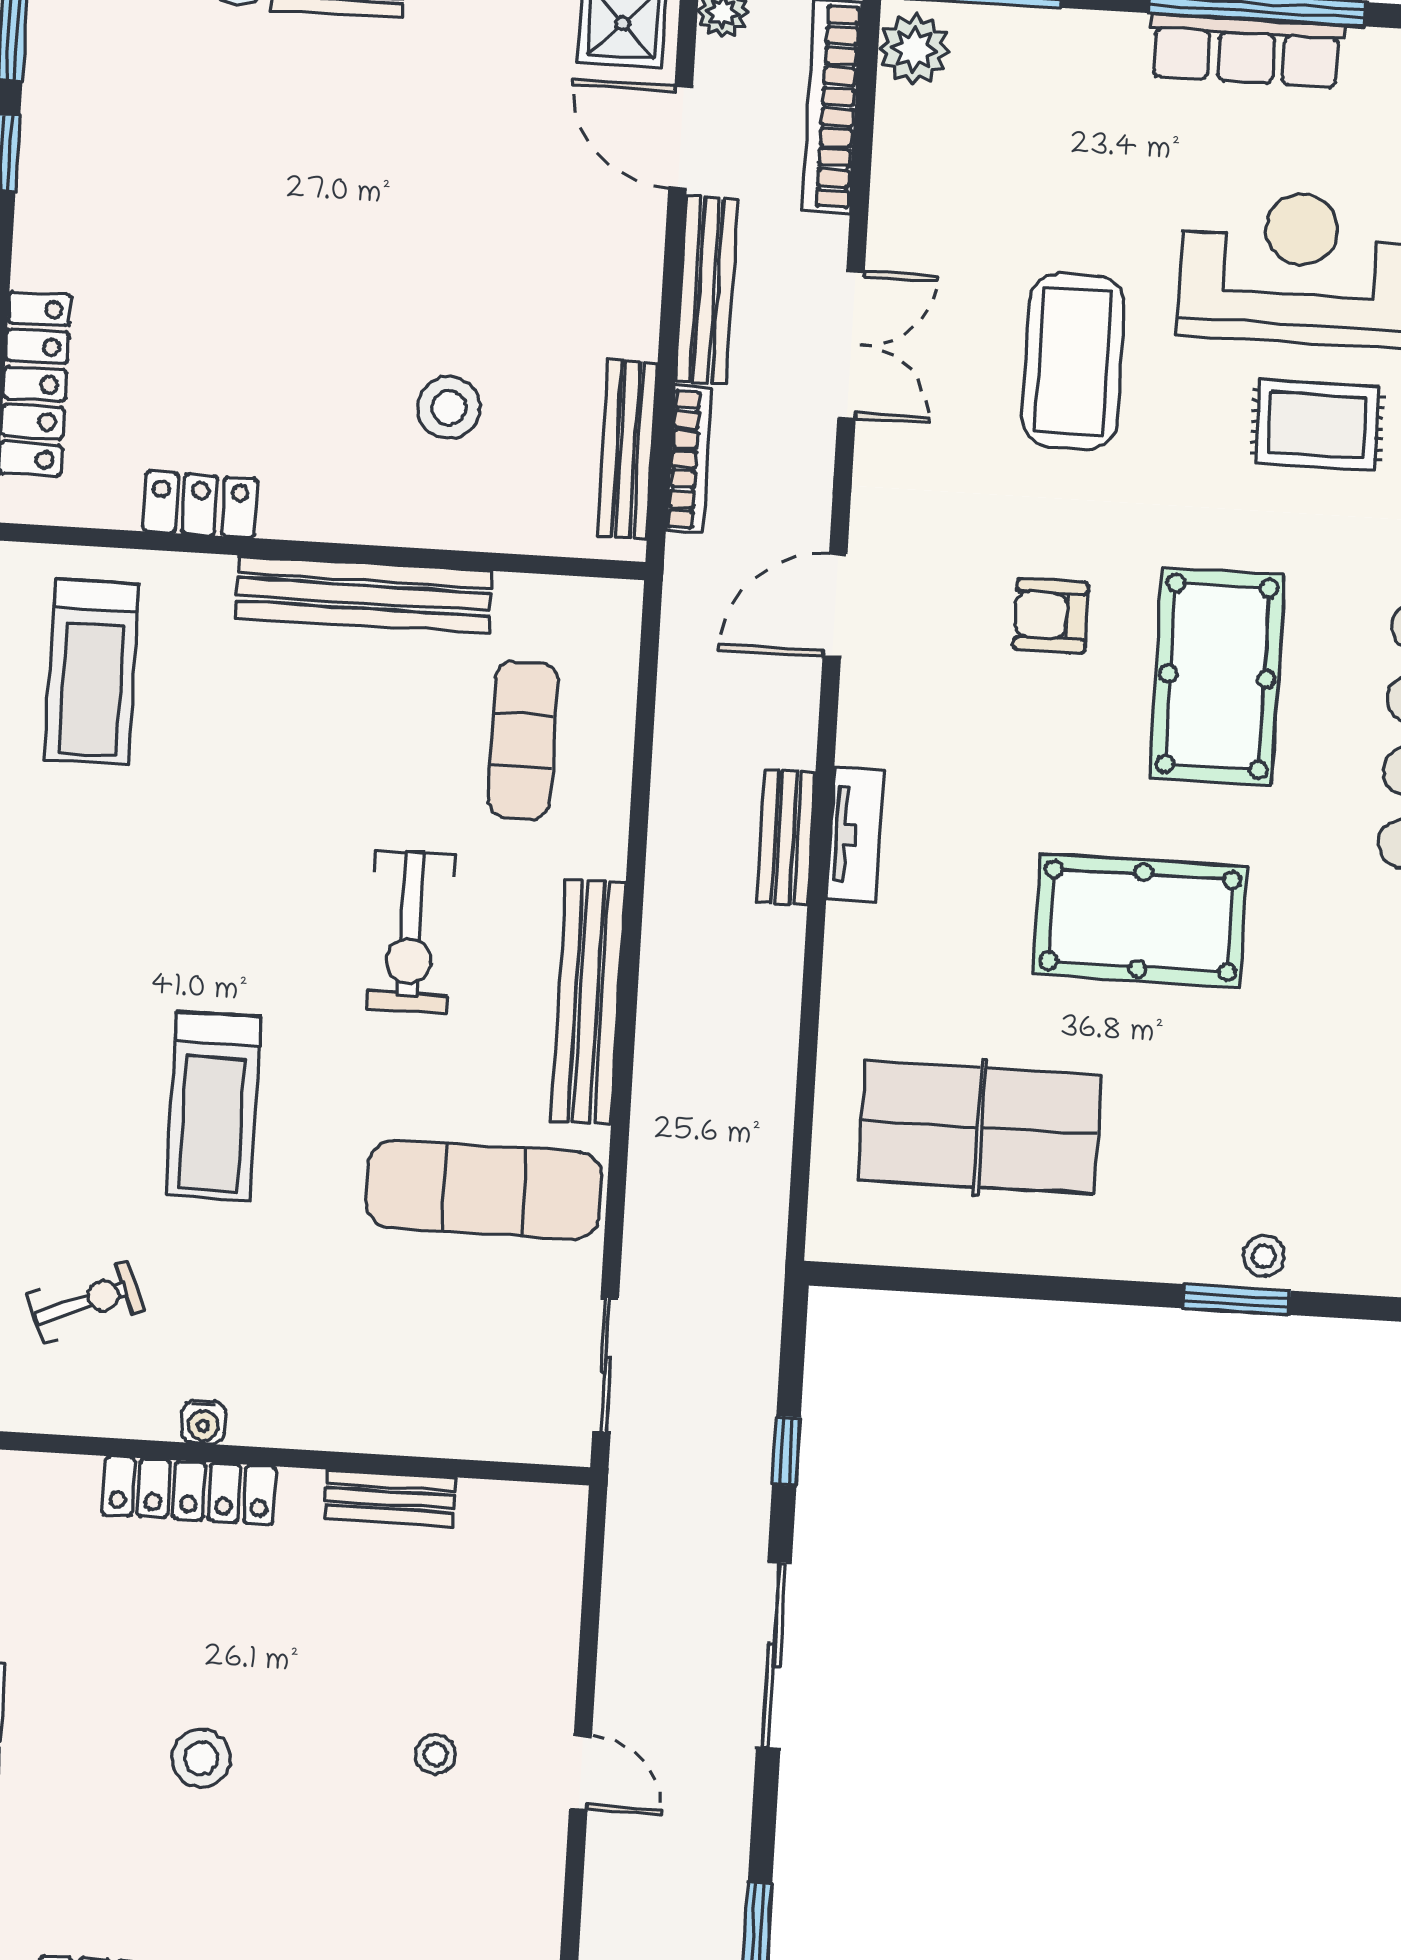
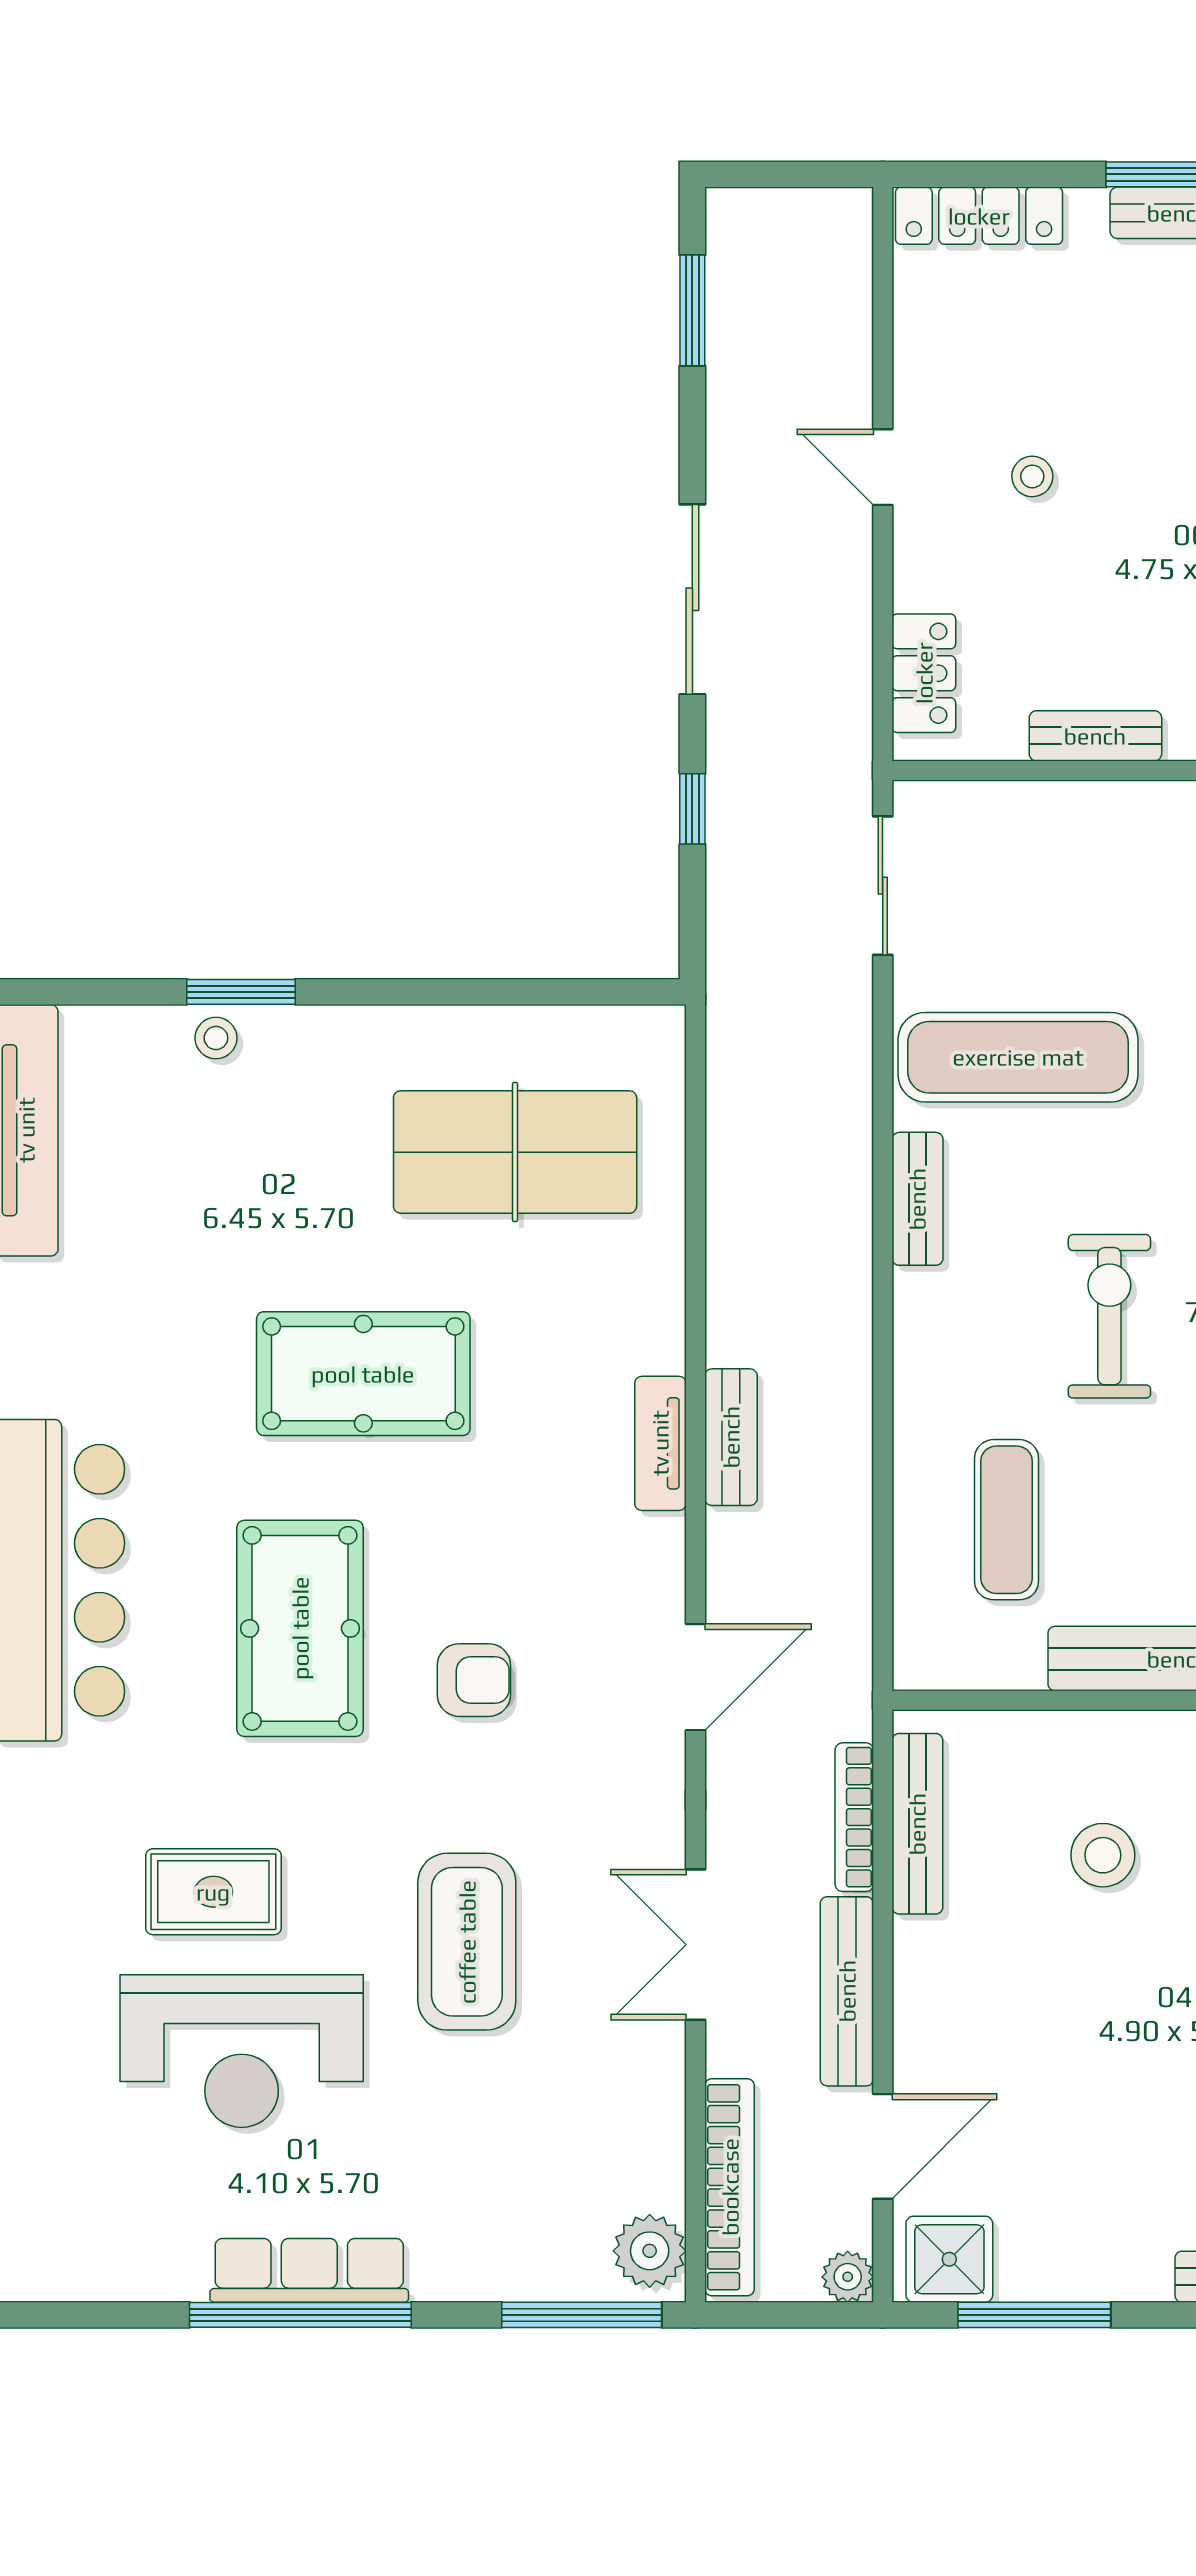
door: (681, 137) -> (883, 2146), hinge flipped
bench: (588, 1001) -> (917, 1199), width x0.54, depth x0.82
locker: (553, 1569) -> (924, 673), added

